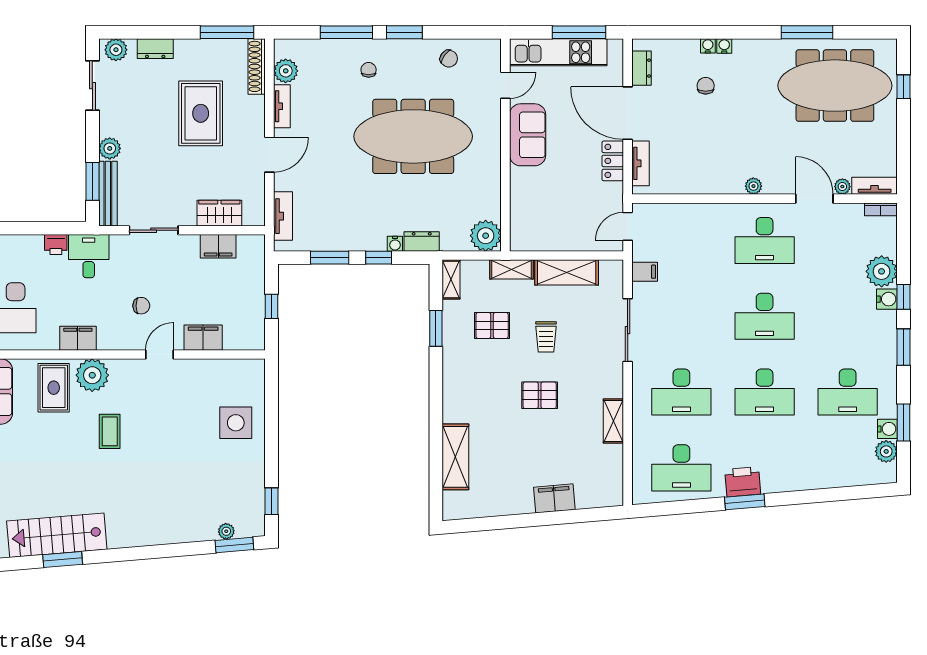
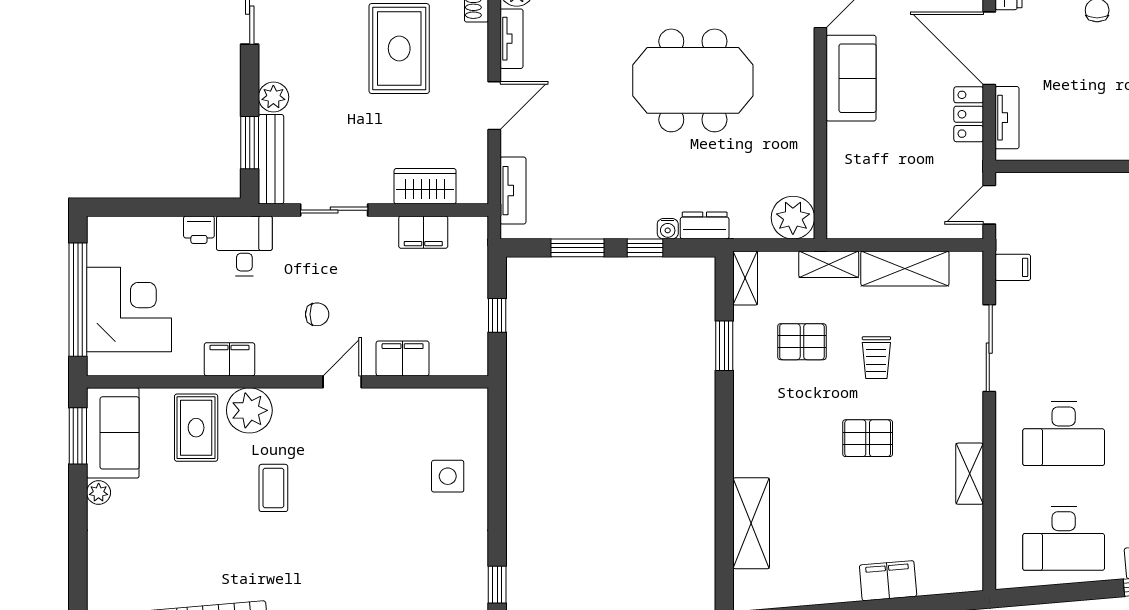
meeting table: (413, 136) -> (693, 80), width x0.73
side table: (236, 423) -> (448, 476), width x0.73, depth x0.73

